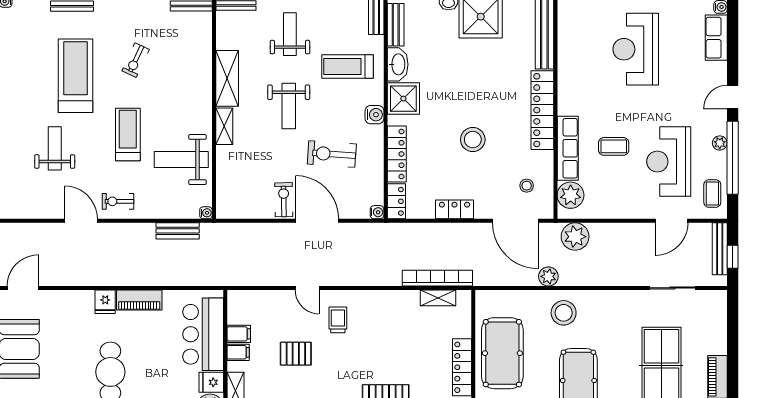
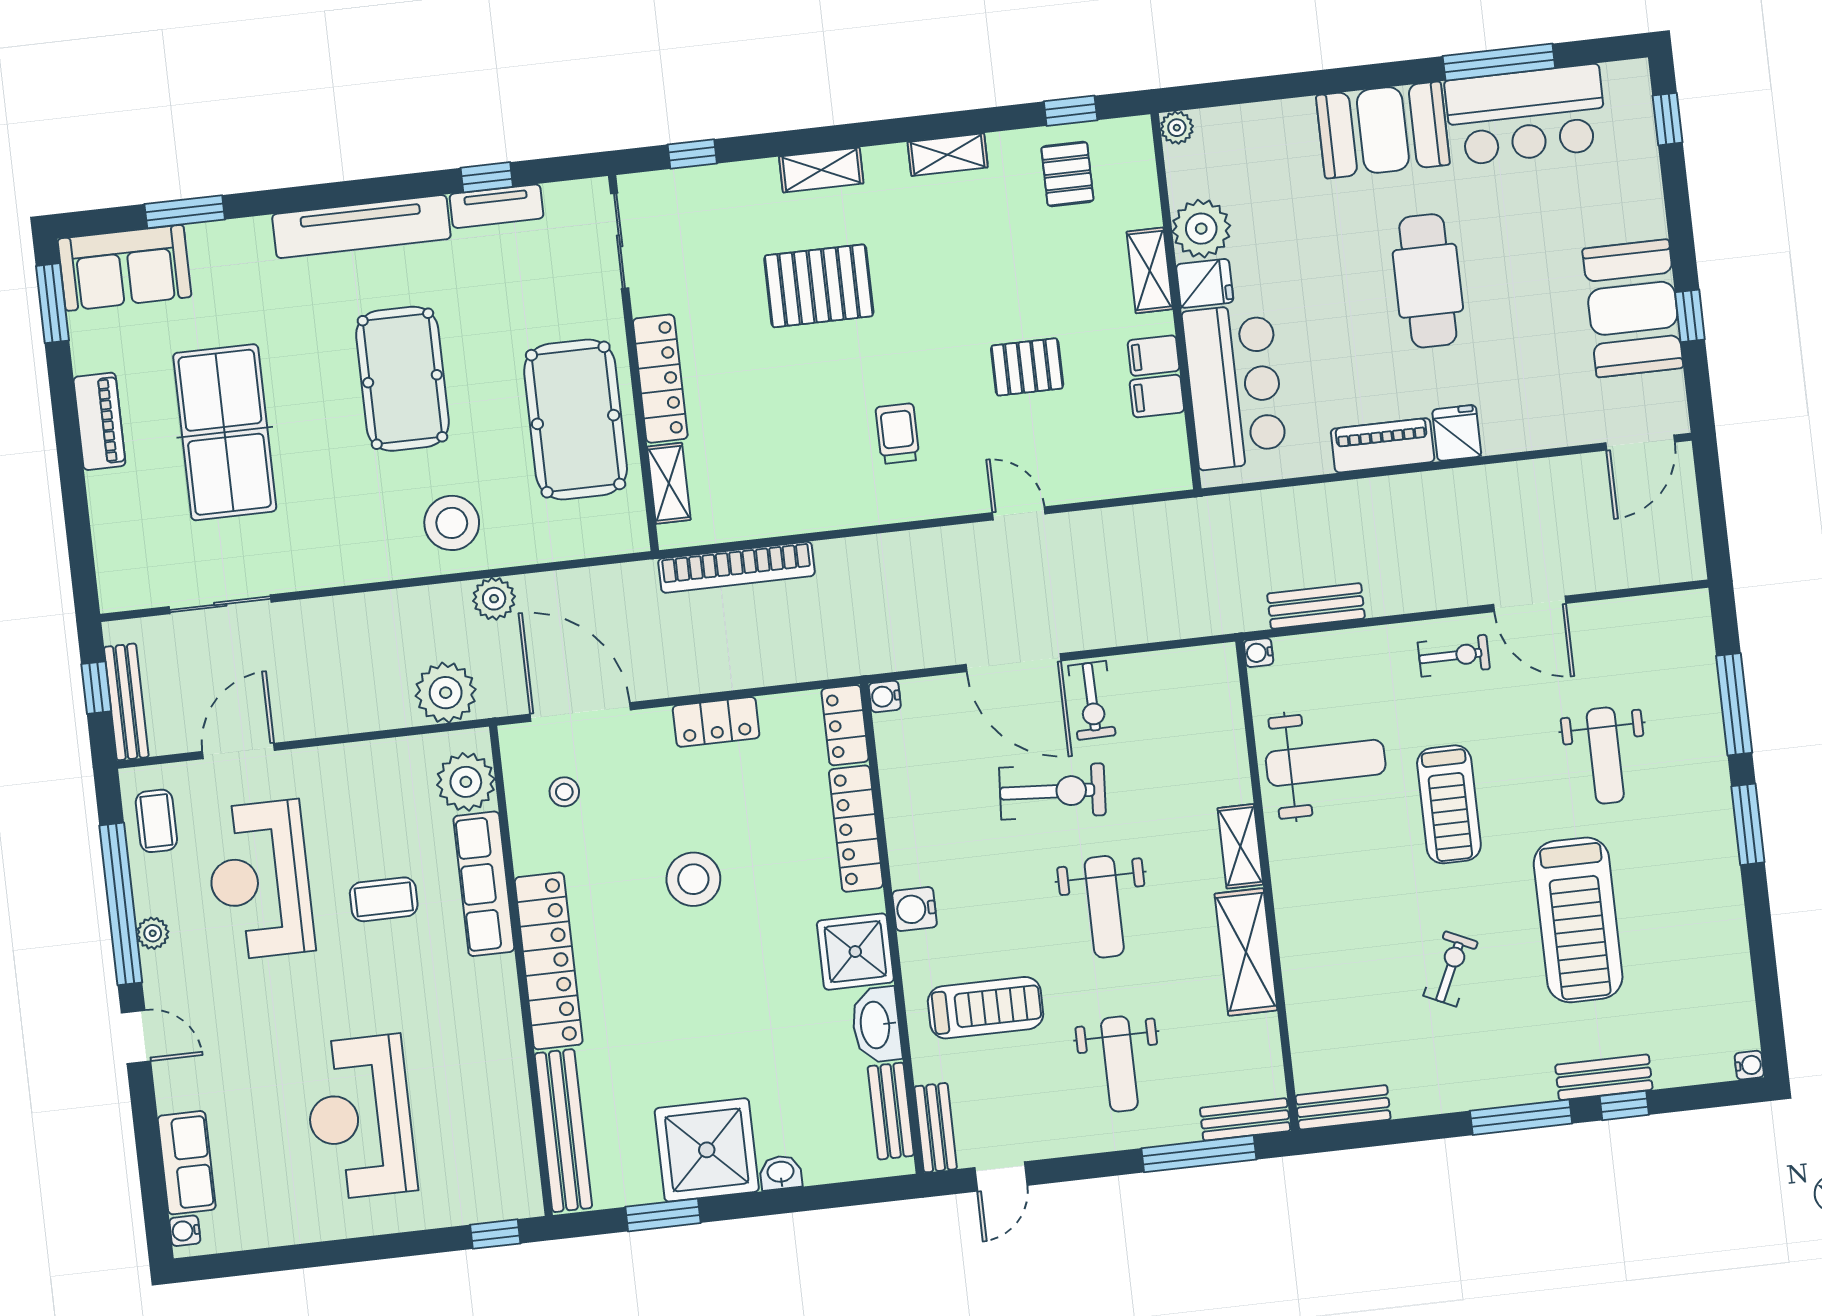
reception desk: (636, 49) -> (360, 1117), turned 180
door: (733, 97) -> (136, 1037), hinge flipped
weight bench: (289, 106) -> (1104, 907), turned 180
exercise bike: (332, 154) -> (1052, 791), moved
reception desk: (669, 162) -> (260, 880), turned 180
shelving: (438, 298) -> (669, 483), moved, turned 90
trolley: (338, 320) -> (897, 434), moved, turned 180

